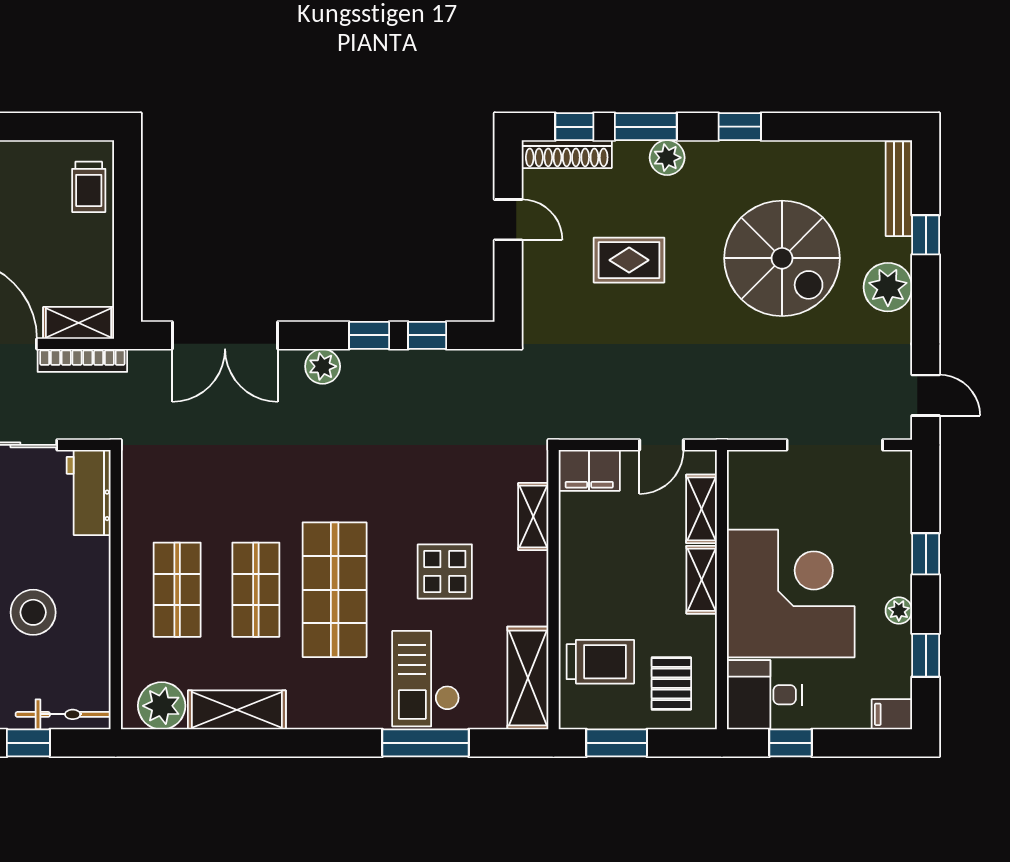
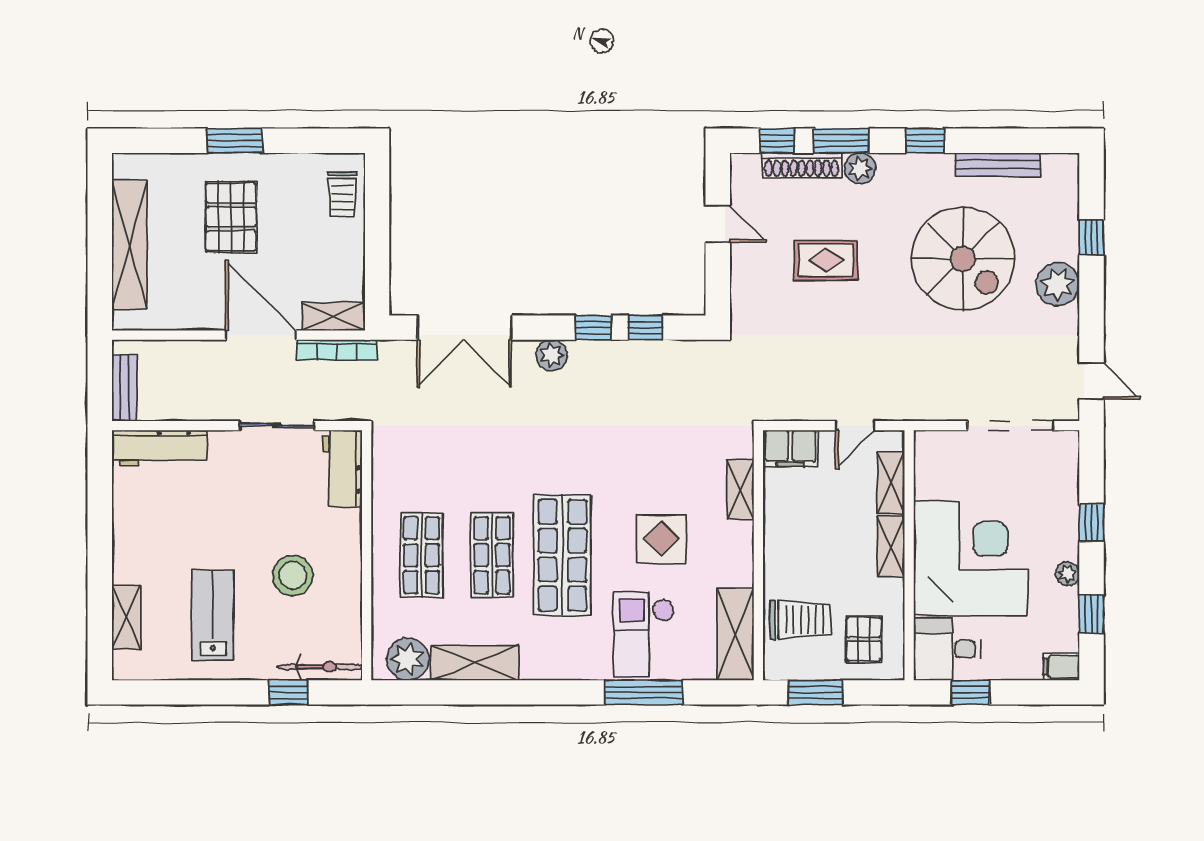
shoe rack: (567, 154) -> (802, 165), moved
bench: (899, 189) -> (998, 165), moved, turned 90

